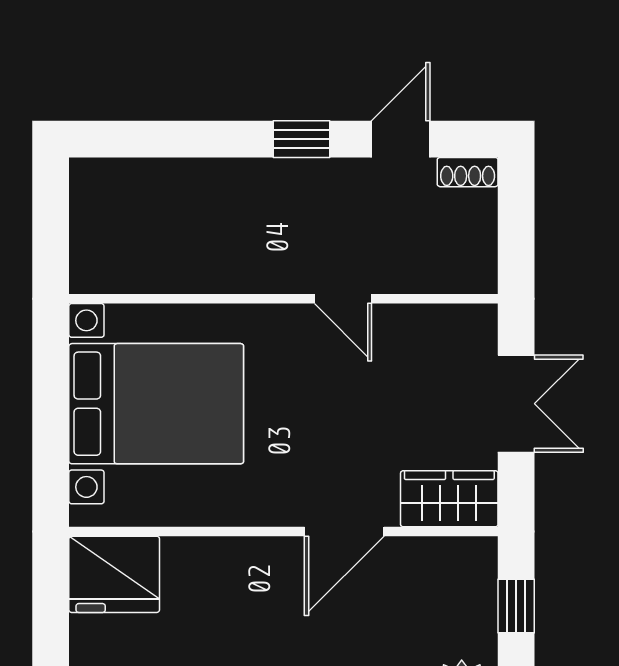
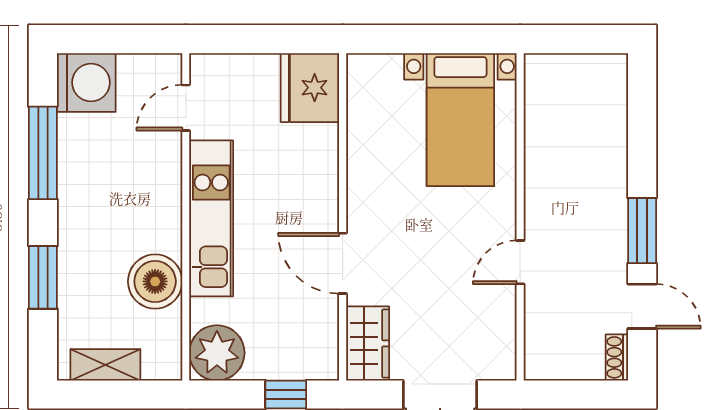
window: (302, 139) -> (642, 231), width x1.50
bed with nightstands: (156, 404) -> (460, 120), width x0.73

